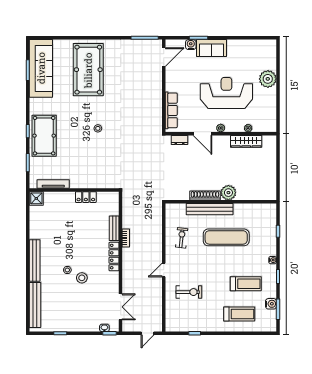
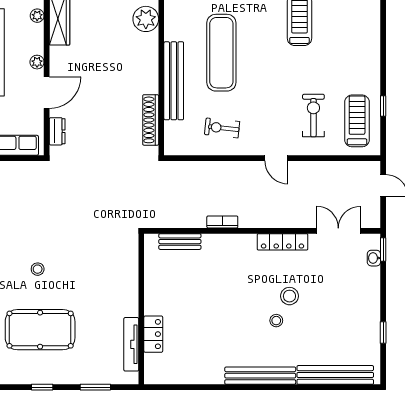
pool table: (44, 136) -> (40, 330), moved
plant: (228, 193) -> (146, 19), moved
shoe rack: (205, 196) -> (151, 120), moved
locker: (86, 197) -> (153, 334), moved
shower: (36, 198) -> (156, 373), removed
bench: (114, 228) -> (180, 242), moved
locker: (114, 257) -> (283, 242), moved
treadmill: (239, 314) -> (357, 121), moved

